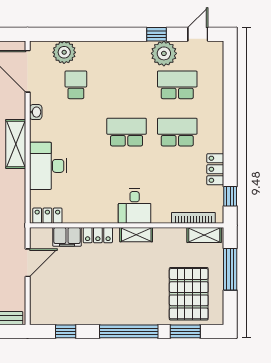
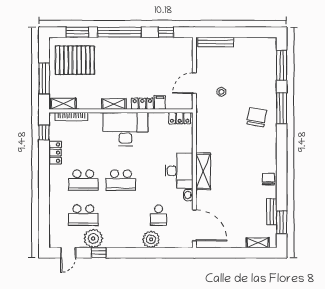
plant: (64, 52) -> (151, 239), moved
desk: (48, 166) -> (179, 171), moved
desk: (135, 206) -> (125, 129), width x1.87, depth x1.30
filing cabinet: (67, 237) -> (160, 102), width x0.50
pallet: (189, 294) -> (75, 60), turned 90

